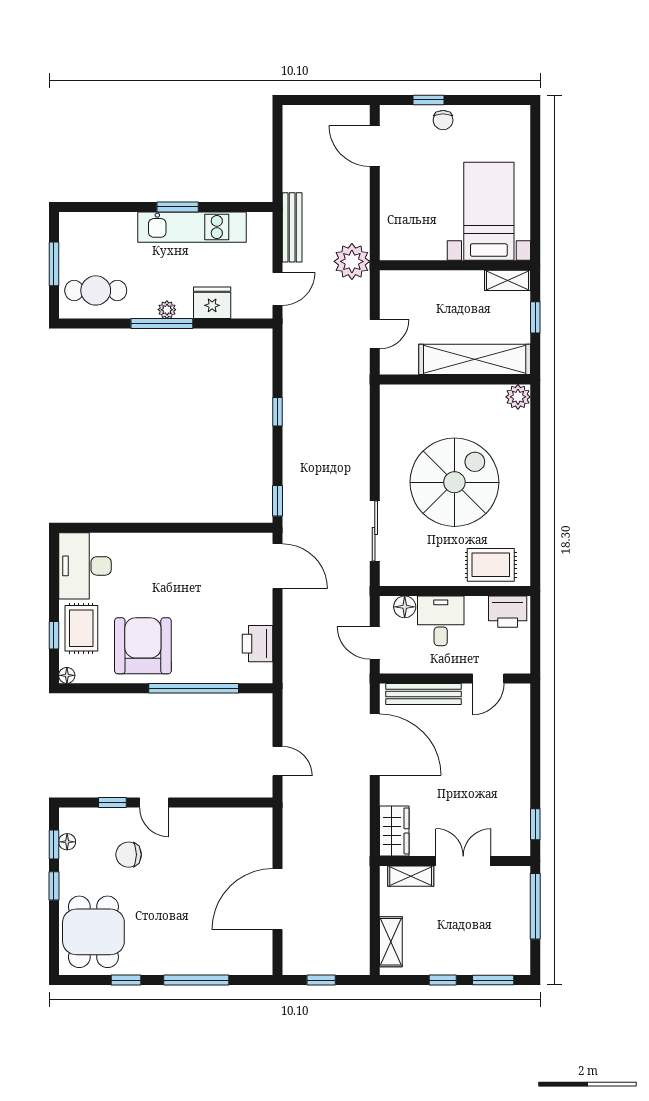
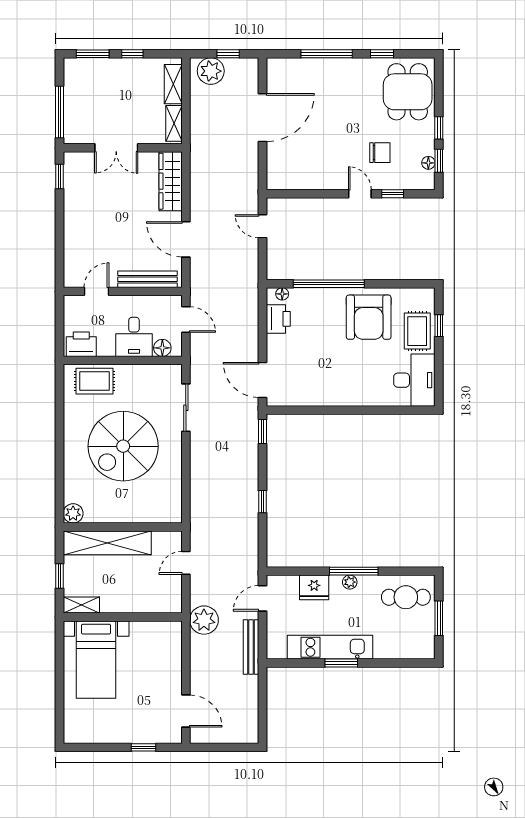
chair: (443, 120) -> (132, 731), removed
floor lamp: (67, 675) -> (282, 294), moved
door: (375, 745) -> (186, 239), width x0.73
wardrobe: (394, 831) -> (171, 181), width x1.50
shelving: (411, 876) -> (174, 123), moved, turned 90
plant: (343, 958) -> (211, 71), added

